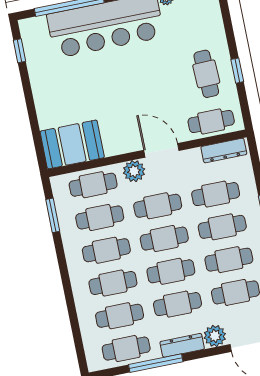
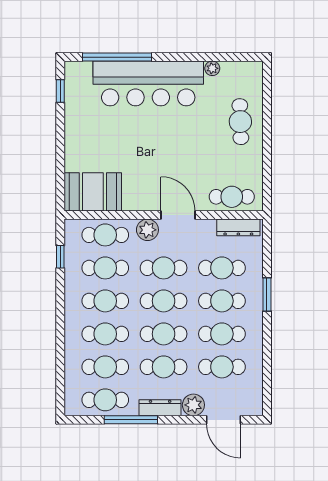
window: (237, 71) -> (267, 153), removed
cafe table: (206, 74) -> (240, 122), moved
window: (53, 215) -> (60, 257), width x0.67

